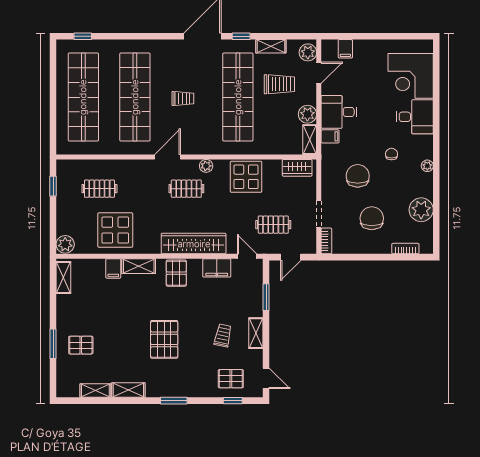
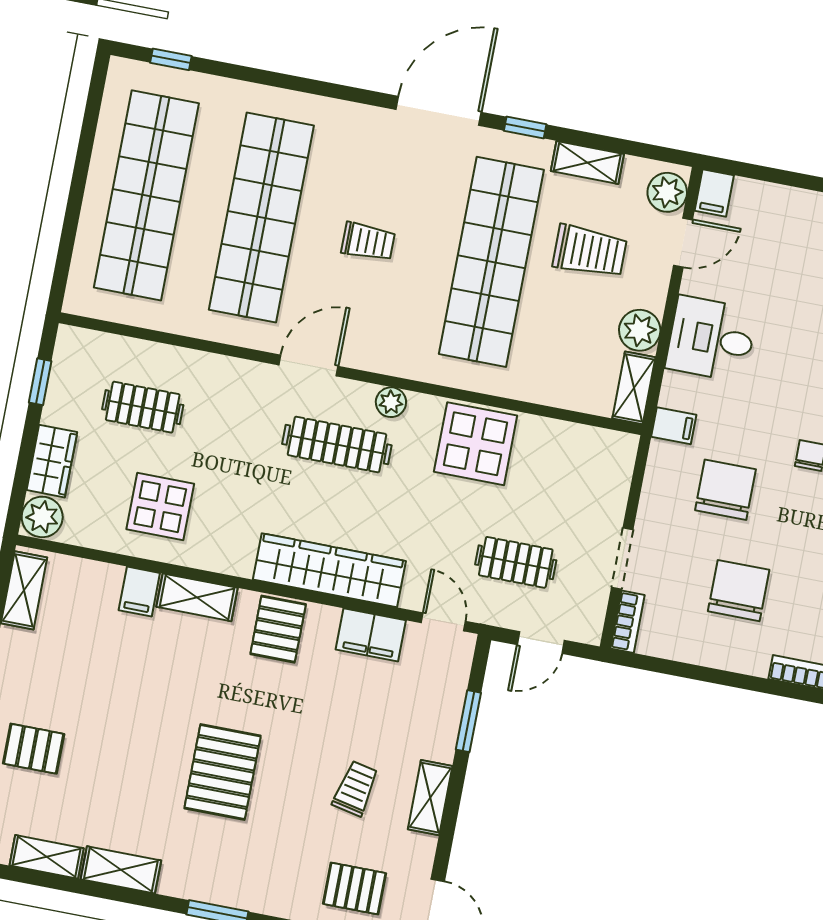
filing cabinet: (345, 49) -> (714, 193), moved
filing cabinet: (330, 136) -> (674, 426), moved
wardrobe: (297, 168) -> (52, 461), moved, turned -90
clothes rail: (186, 189) -> (337, 445), width x1.36
display table: (115, 230) -> (160, 507), width x0.73, depth x0.73

